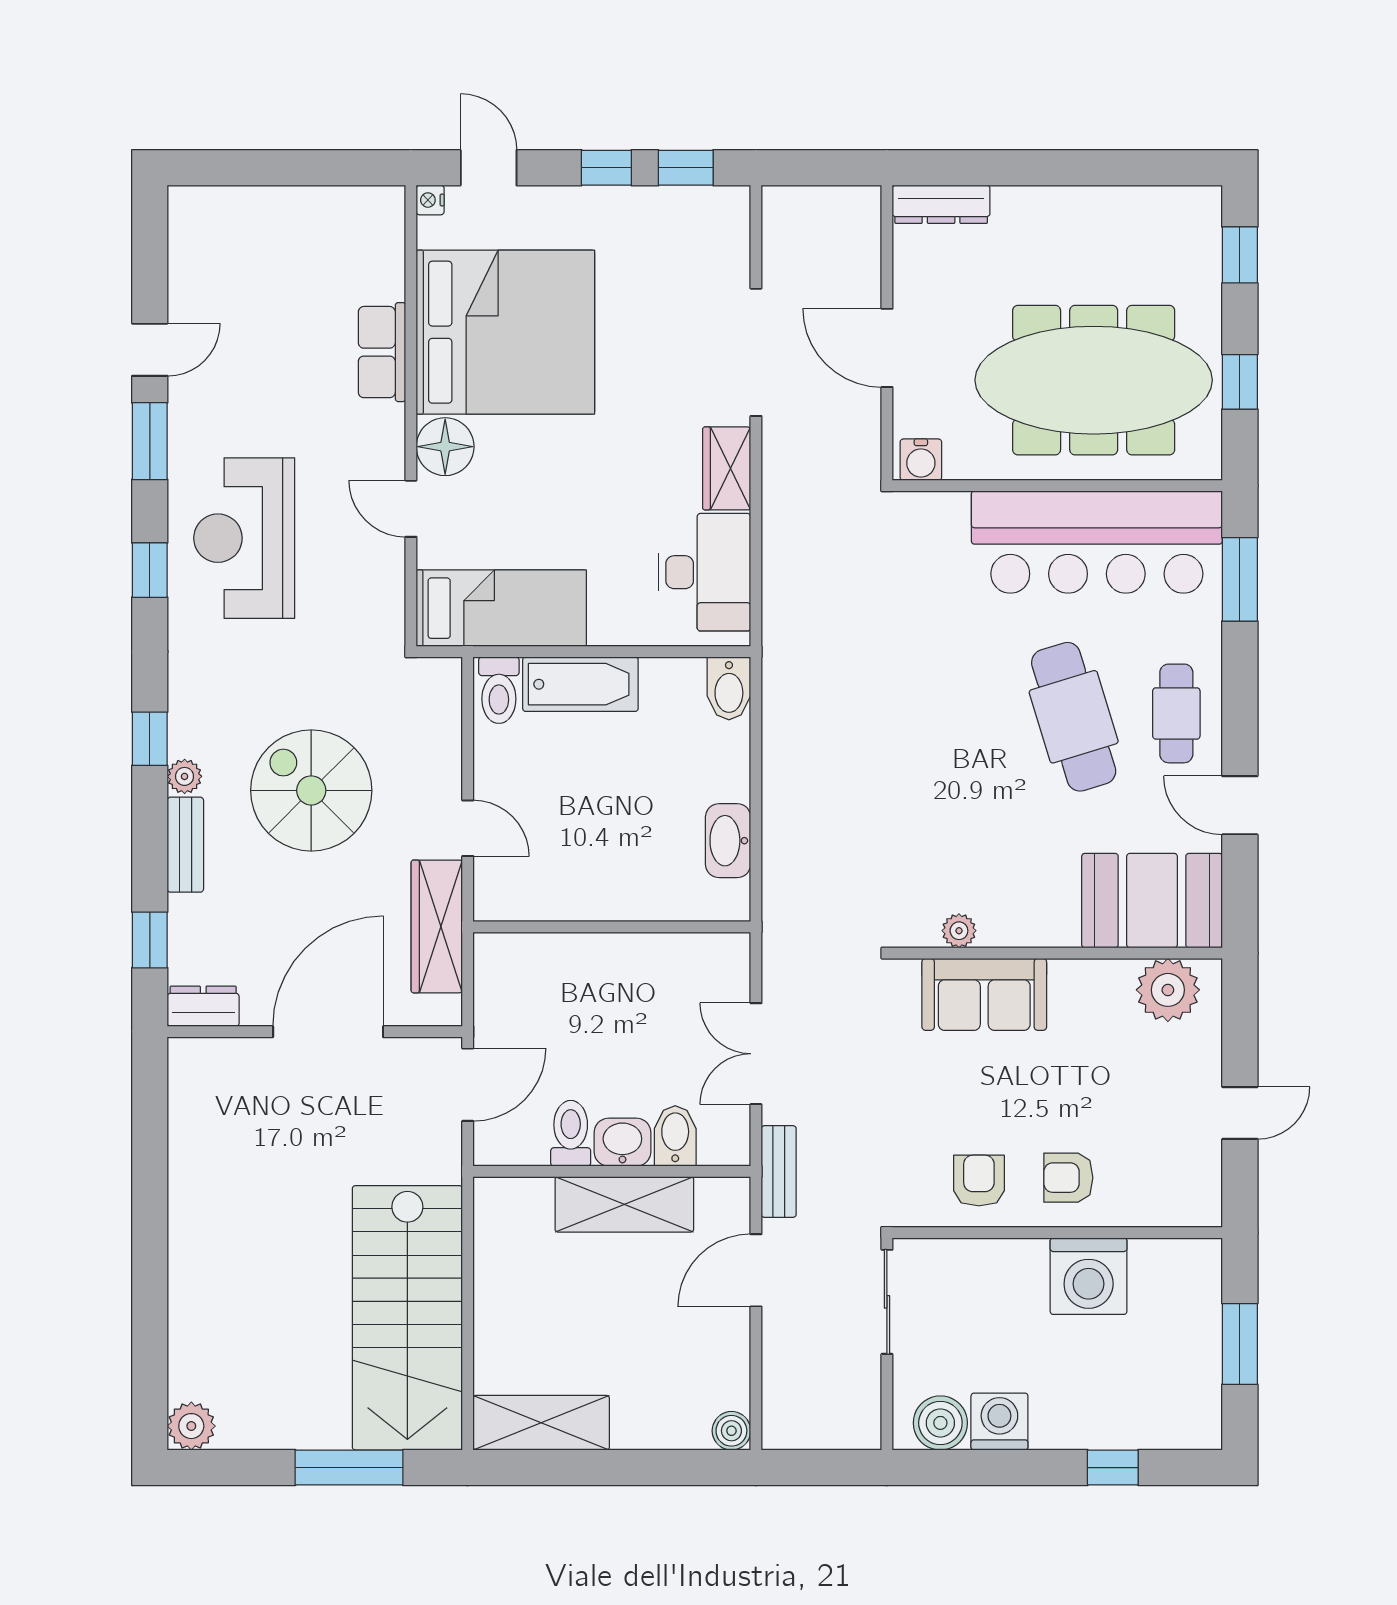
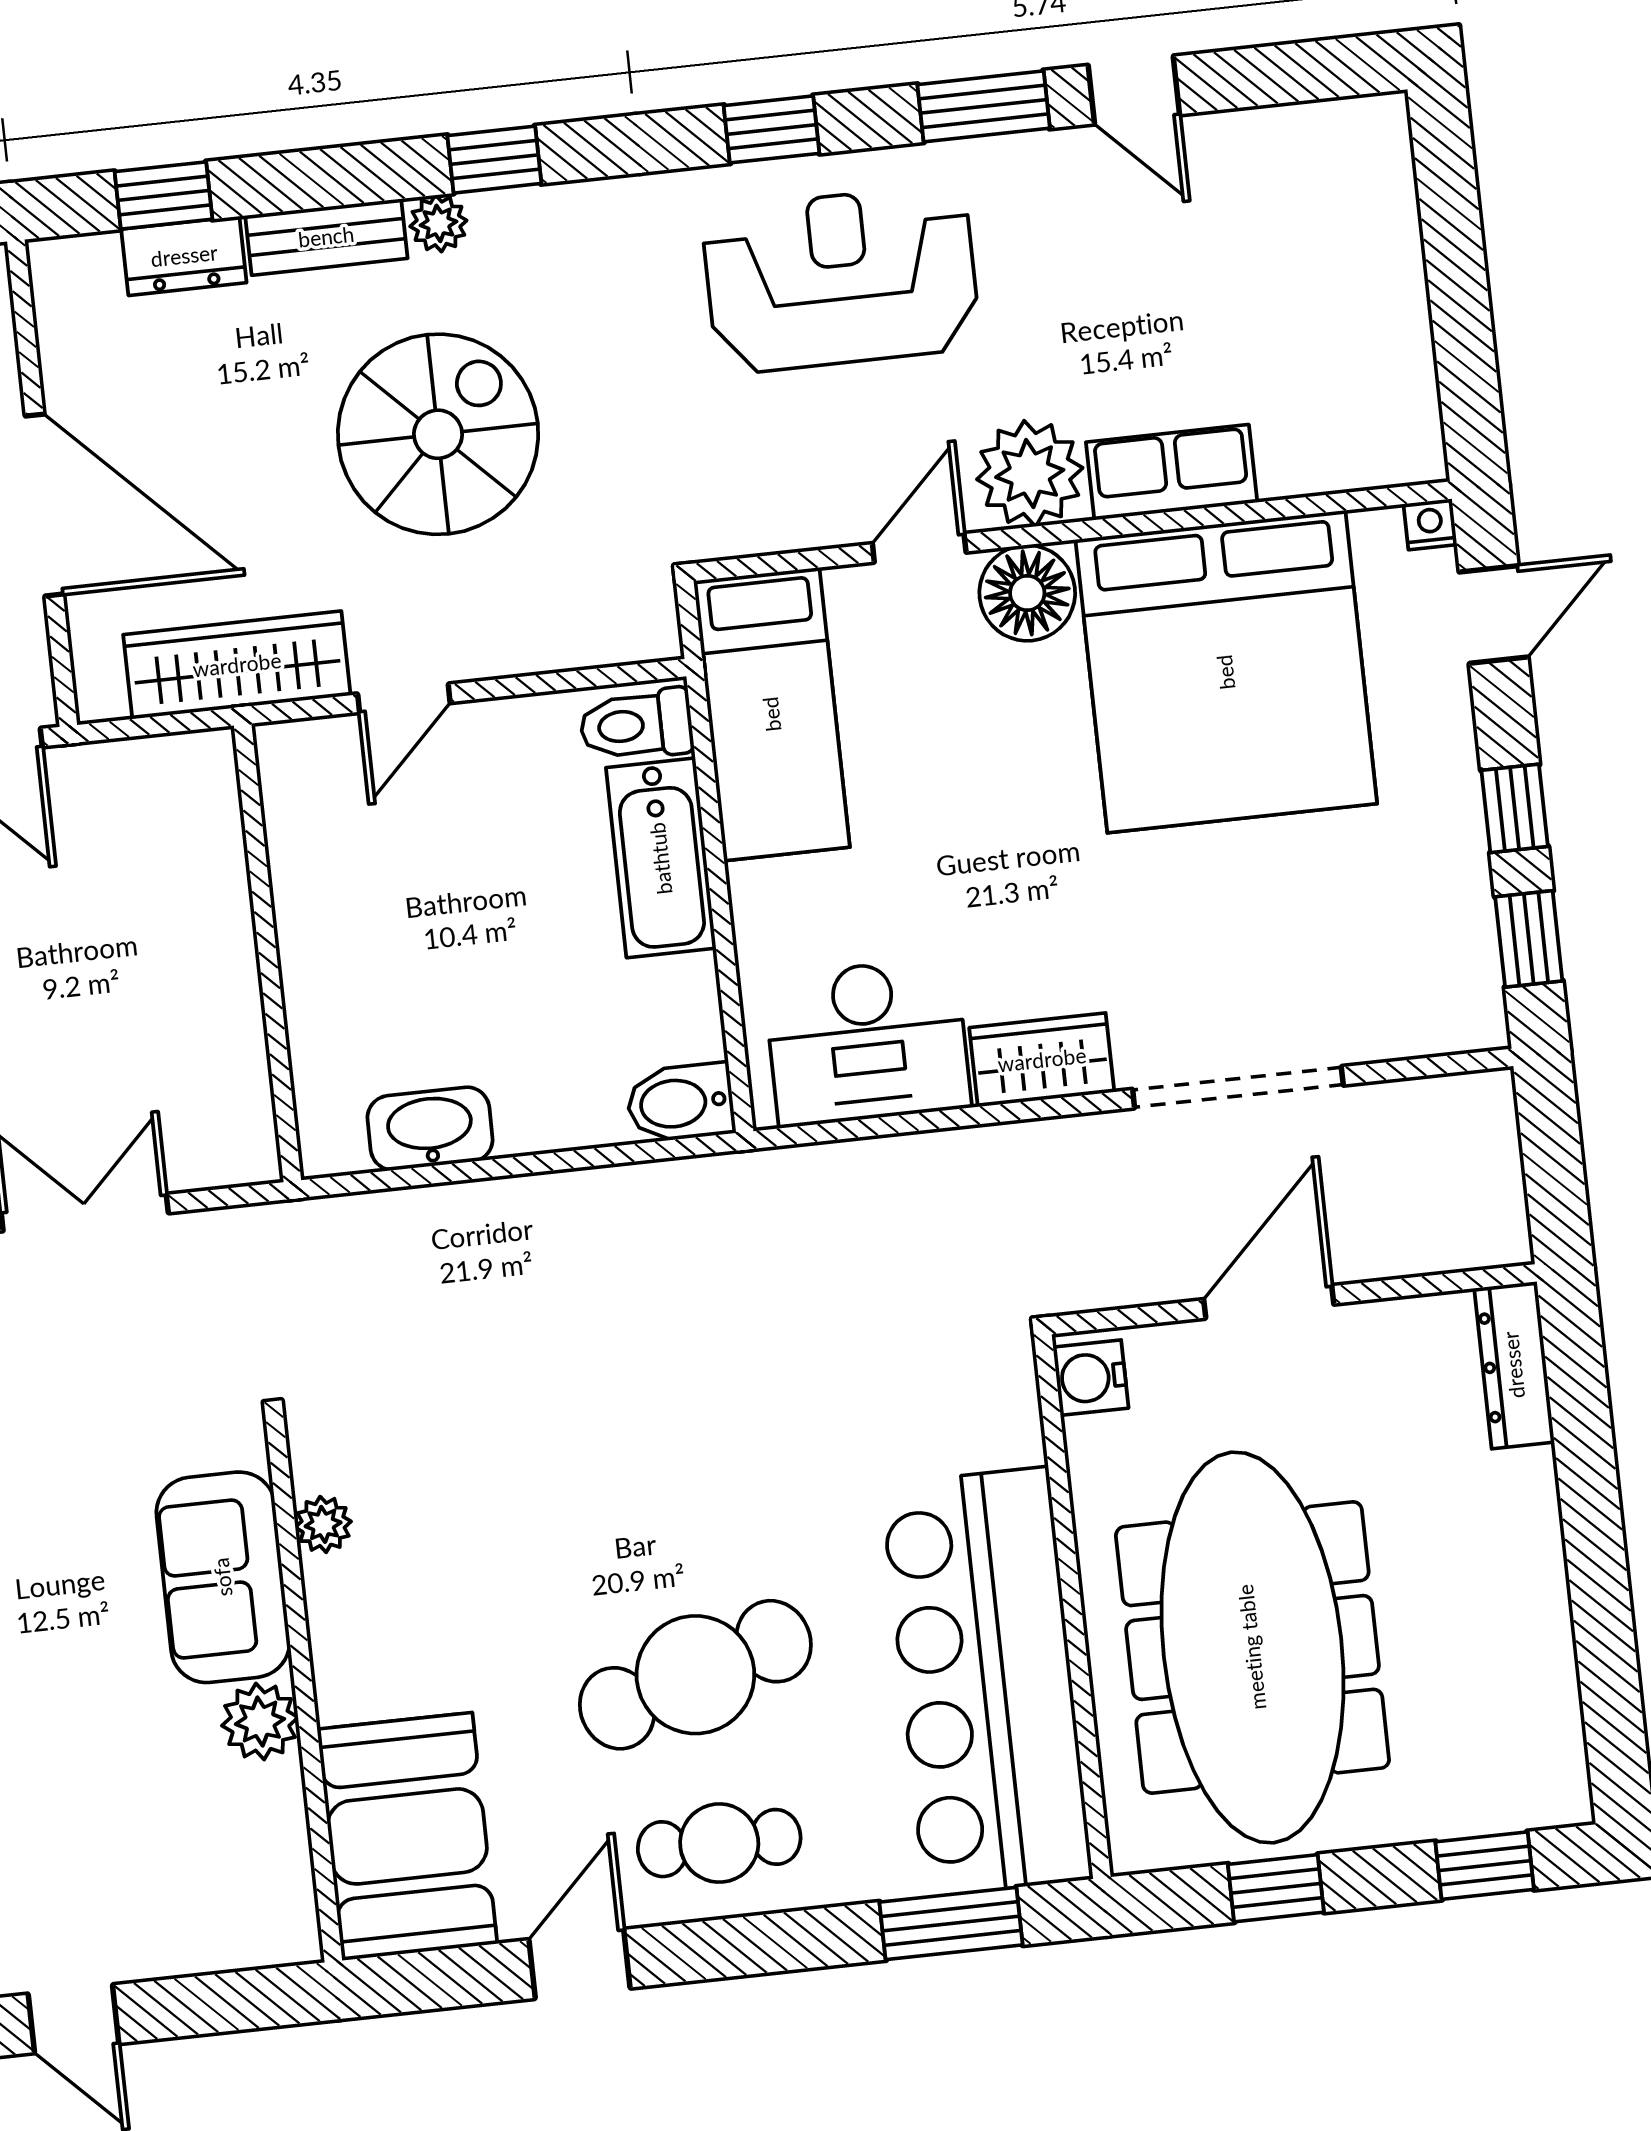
plant: (373, 437) -> (1030, 474), added
plant: (1168, 990) -> (260, 1722), moved, width x0.73, depth x0.73
dresser: (203, 1006) -> (184, 256), moved, turned 90

